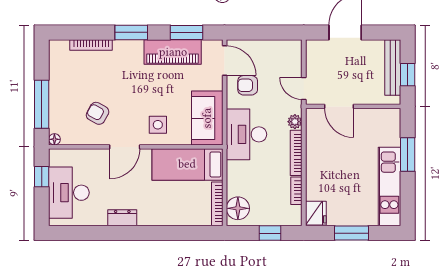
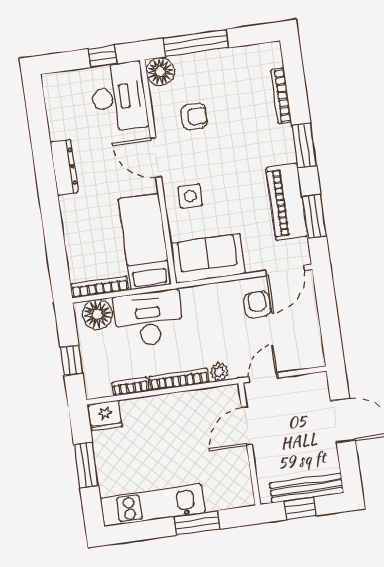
armchair: (98, 113) -> (194, 117), turned 61
desk: (246, 134) -> (148, 318), moved
floor lamp: (54, 139) -> (160, 71), width x1.89, depth x1.89
desk: (69, 193) -> (119, 97), moved, turned 90
dresser: (122, 218) -> (64, 167), width x1.44

